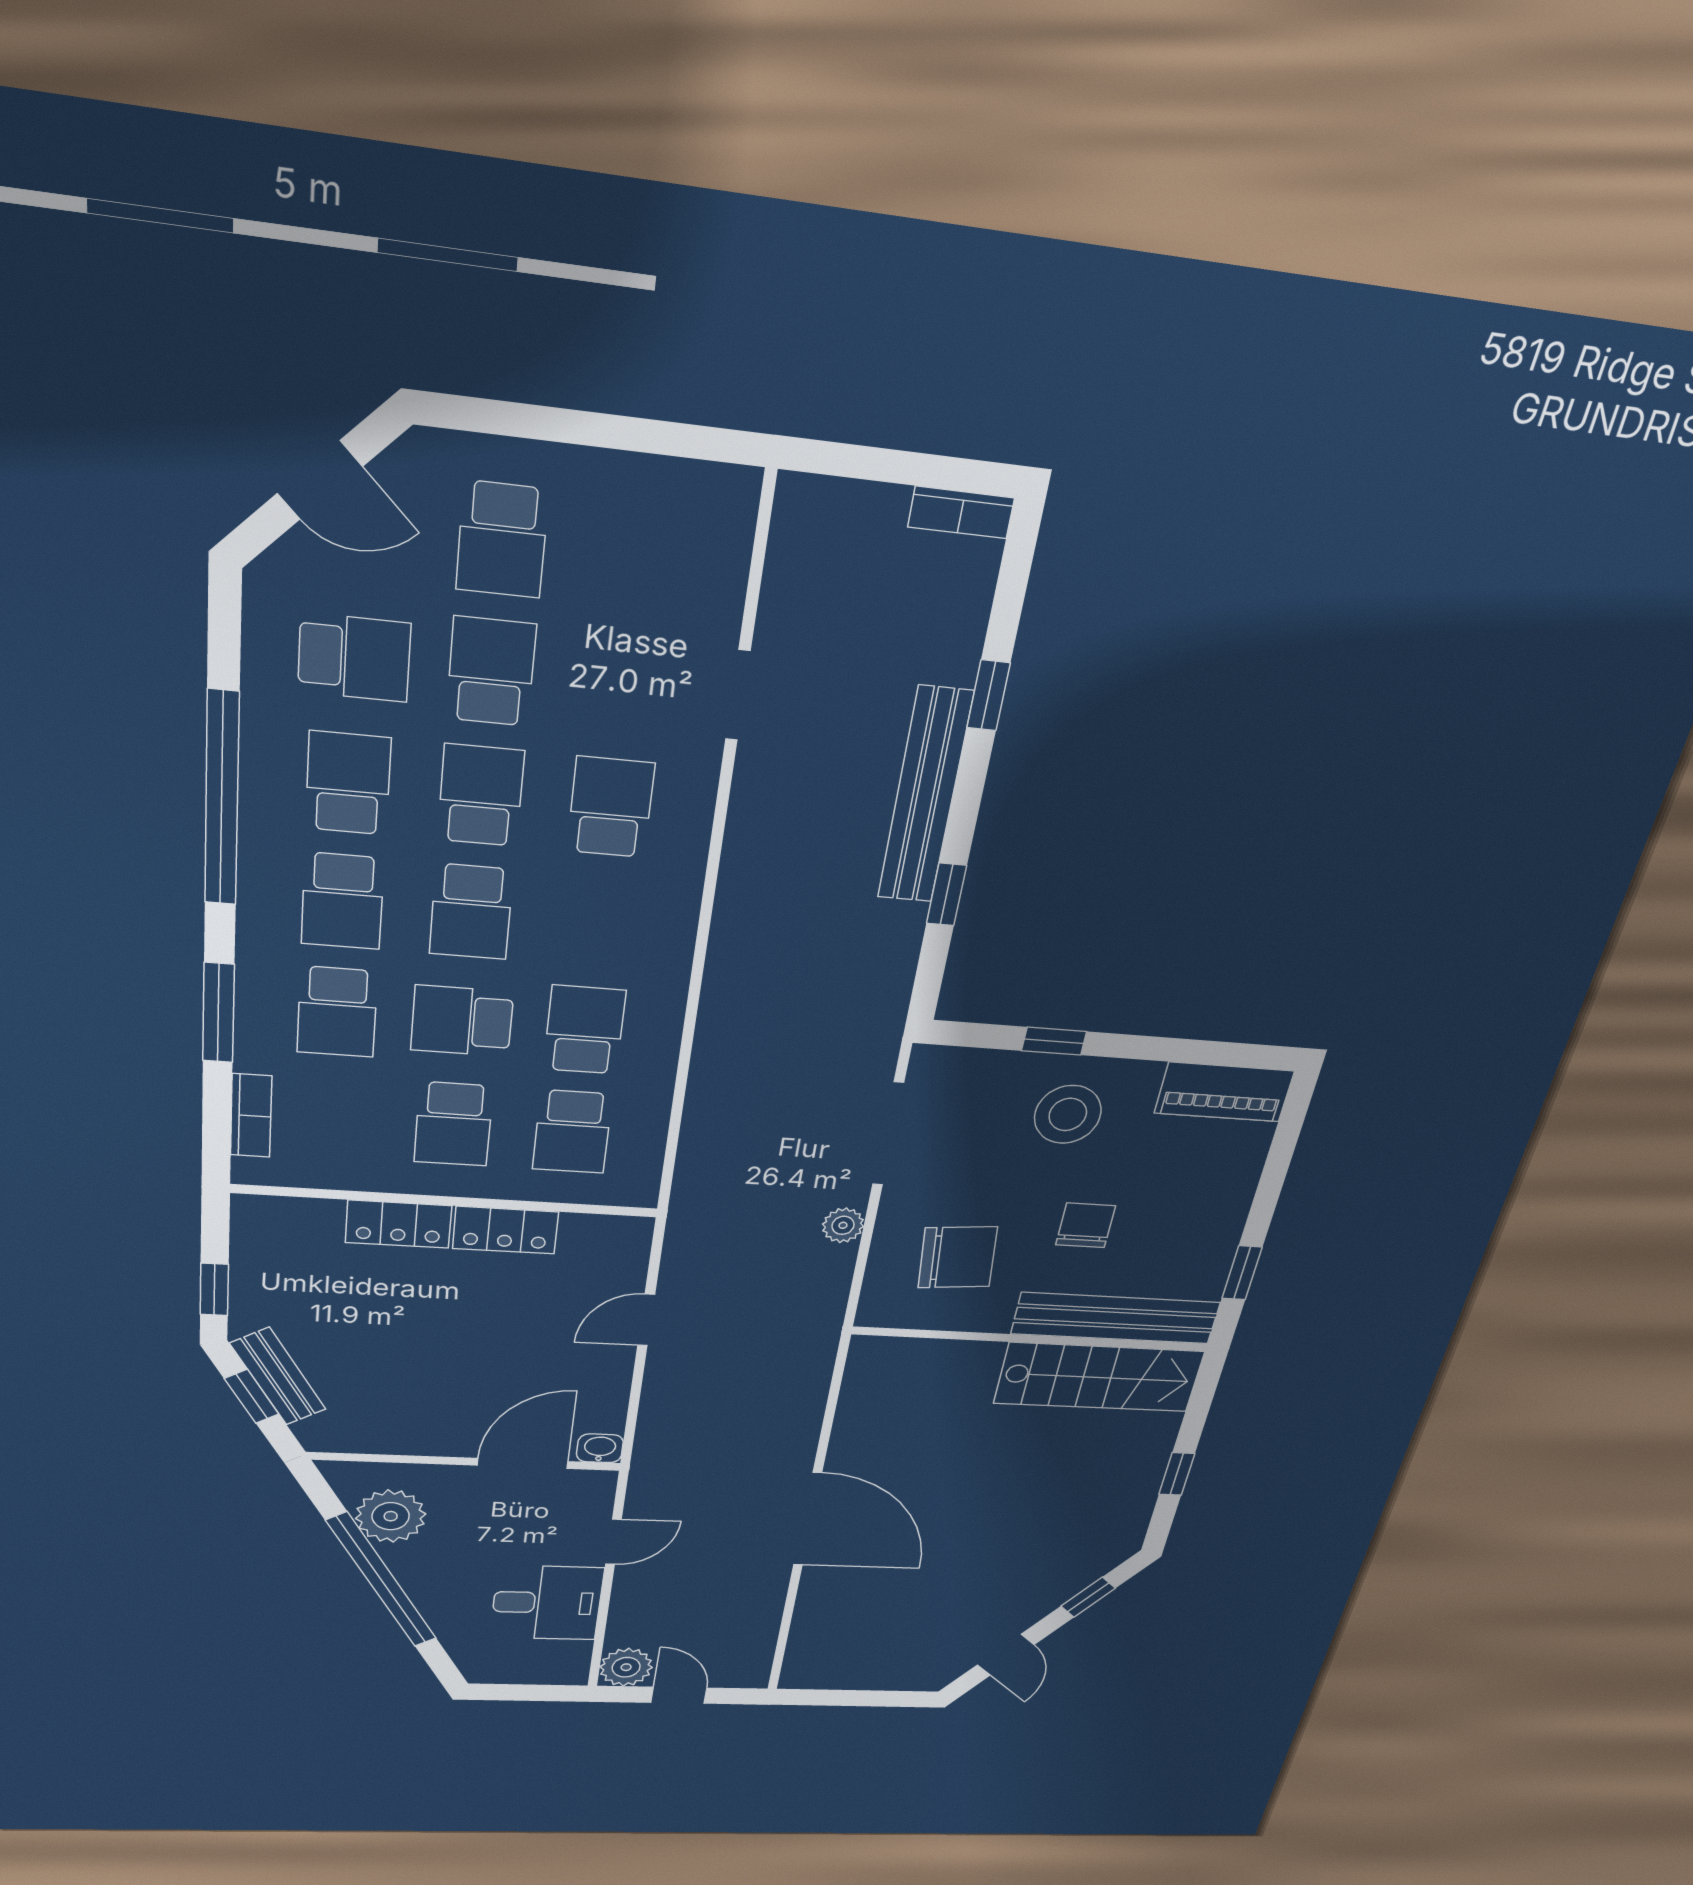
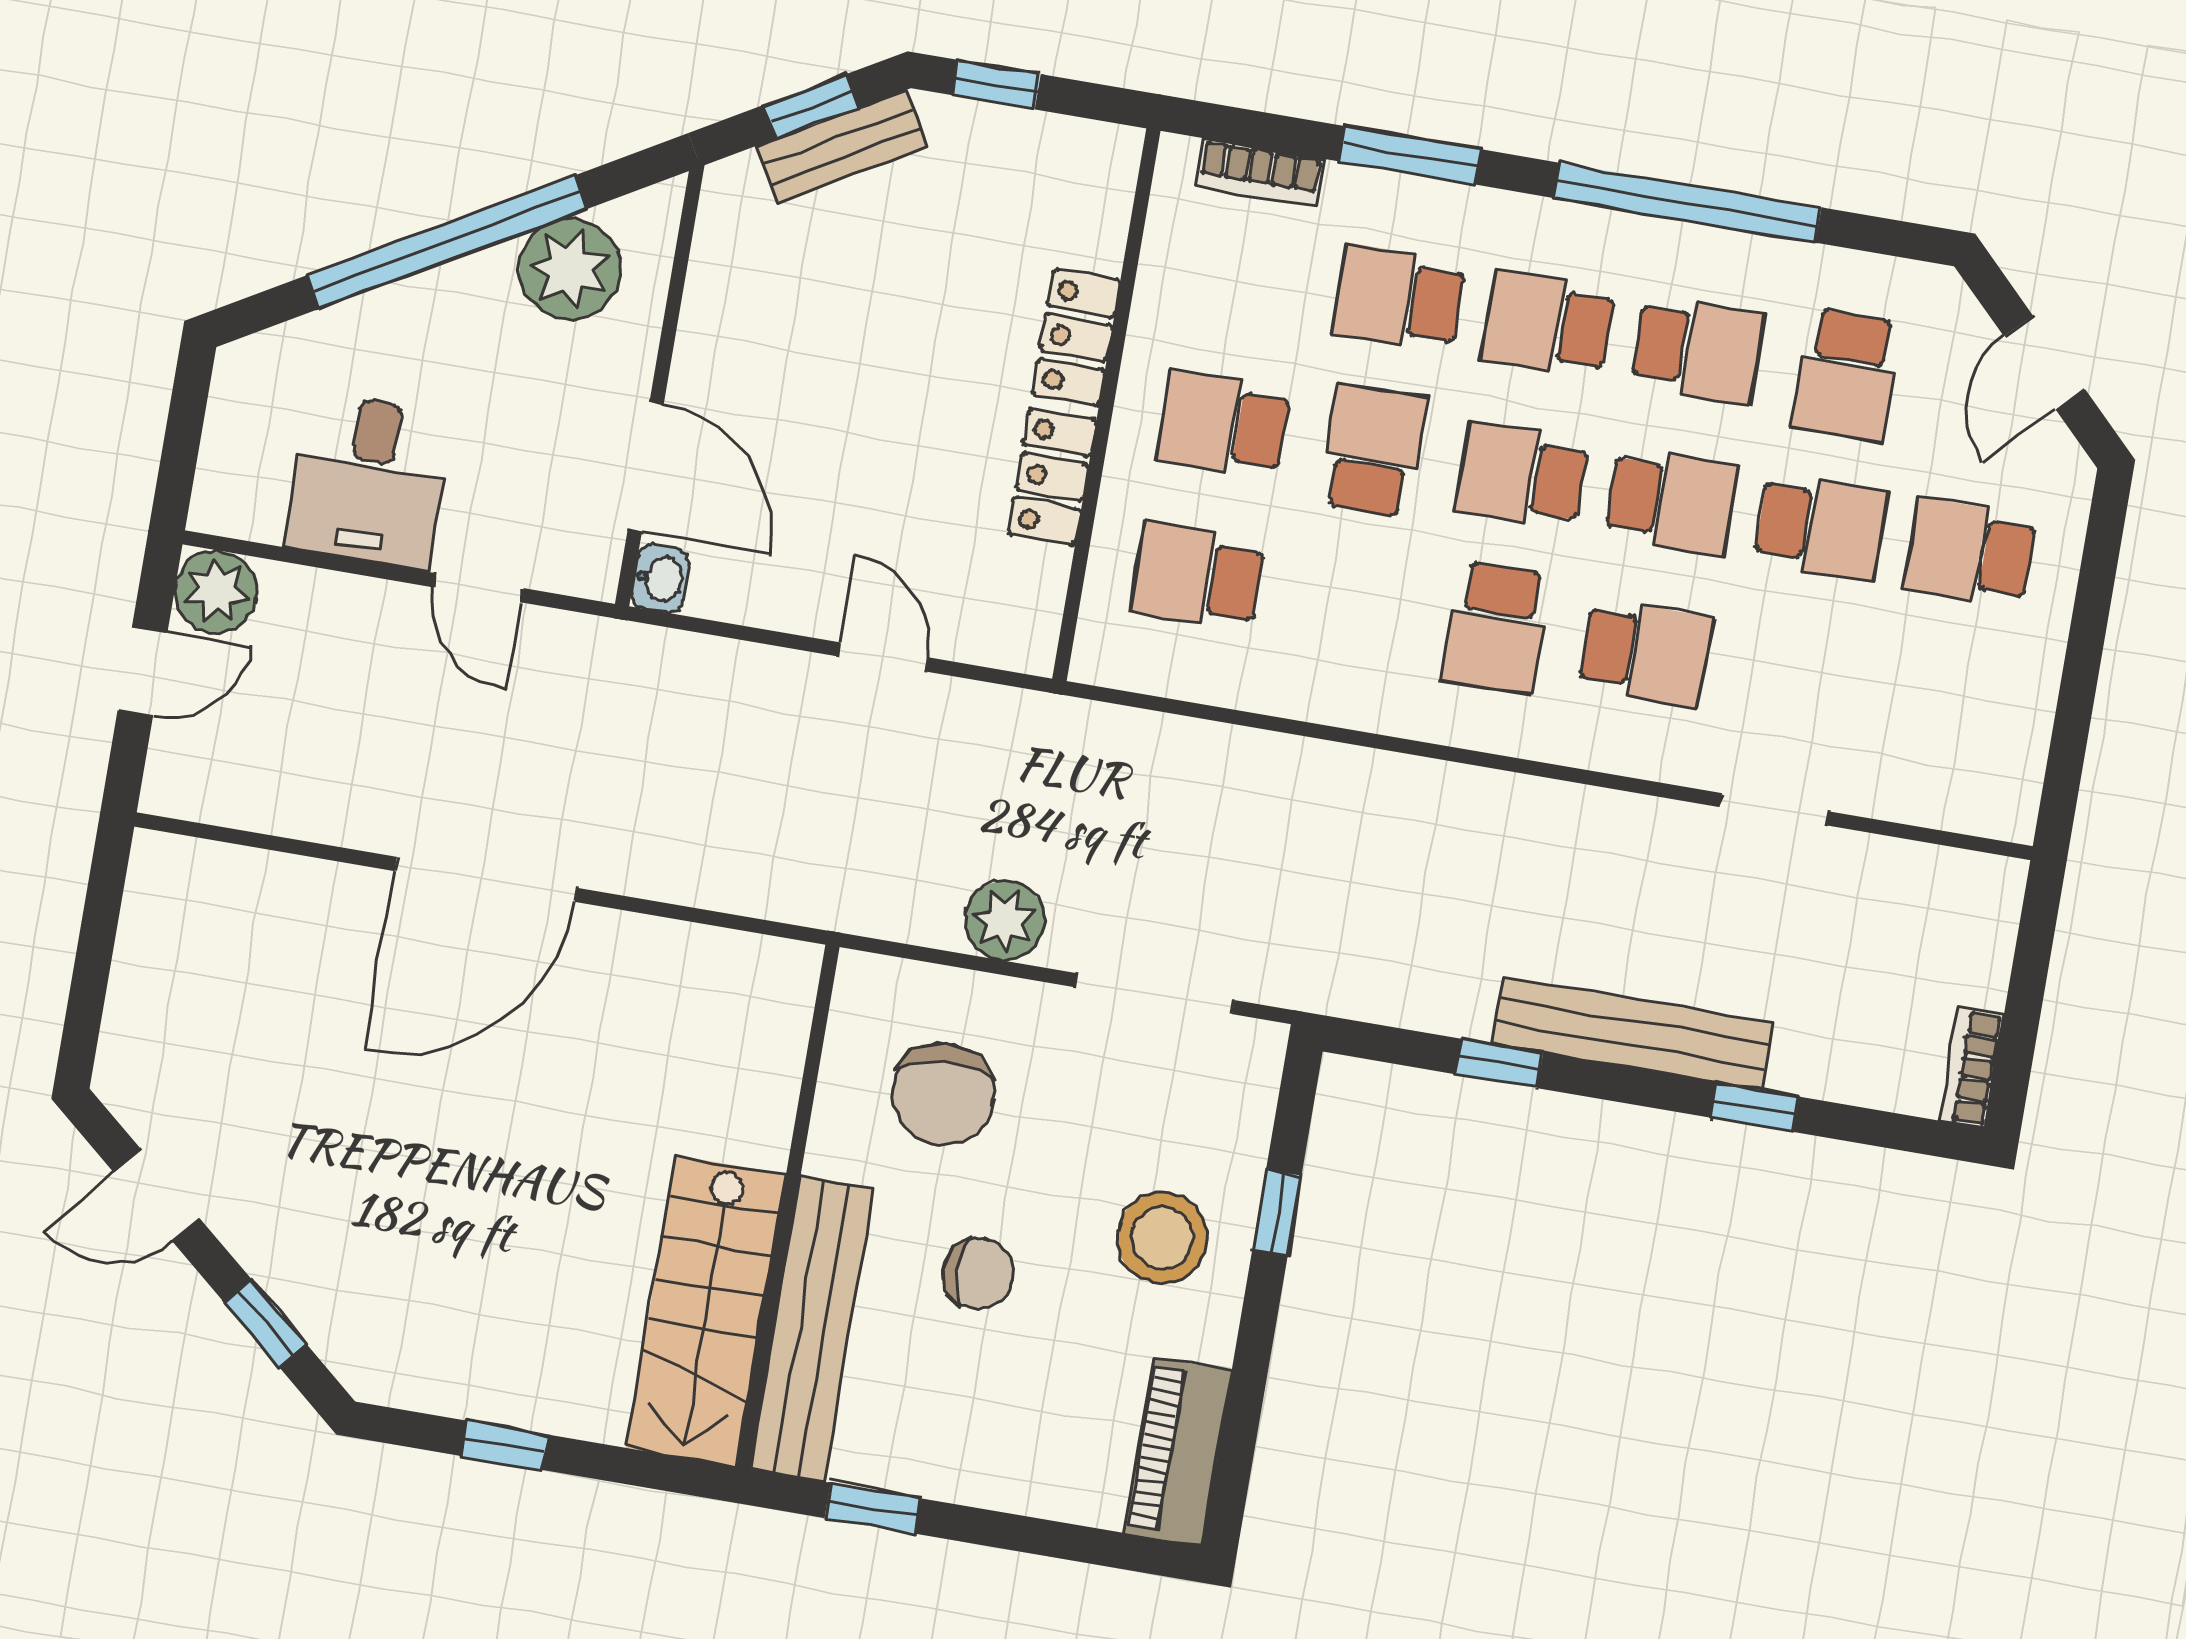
school desk: (584, 1030) -> (1496, 627), moved, turned 90
plant: (843, 1225) -> (1004, 921), width x1.38, depth x1.38

